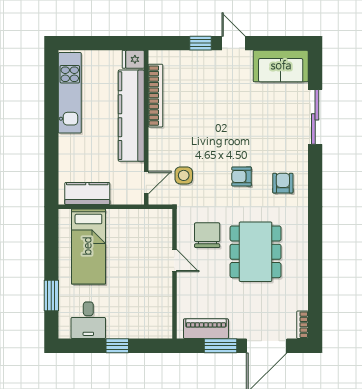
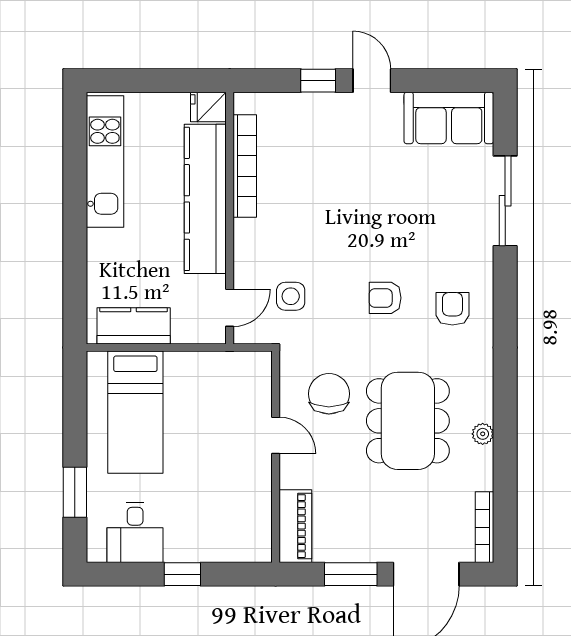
plant: (301, 260) -> (483, 434), added
bookcase: (302, 325) -> (484, 527), width x1.56
piano: (206, 329) -> (295, 526), moved, turned 90

